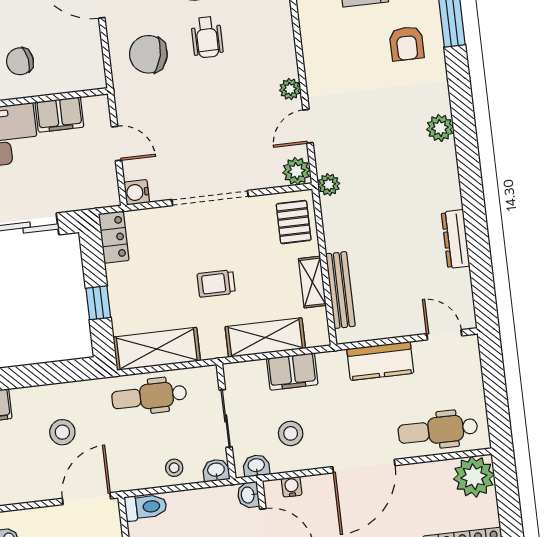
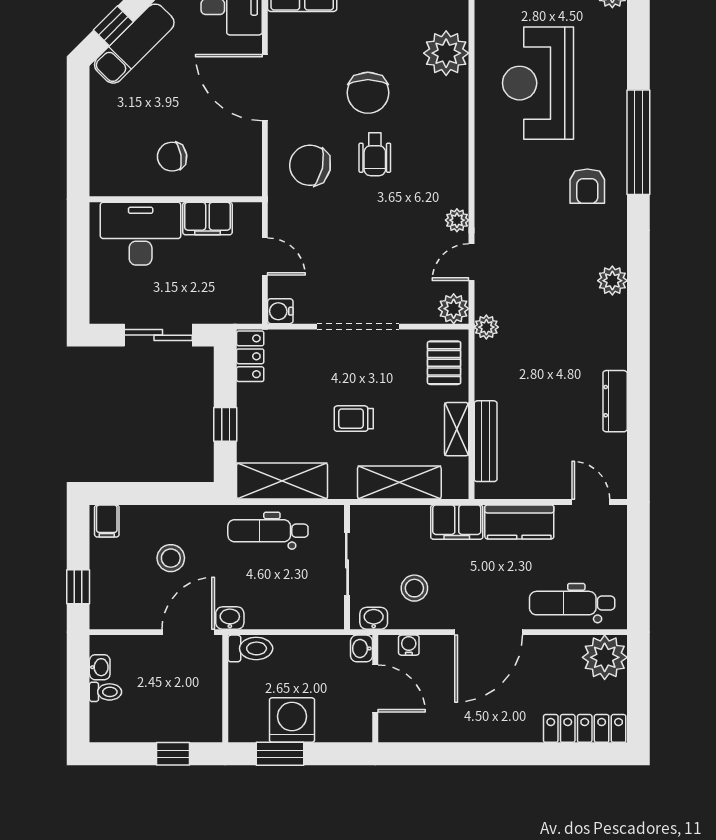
filing cabinet: (292, 371) -> (457, 522), moved
stool: (174, 468) -> (286, 610), removed
washbasin: (216, 470) -> (230, 618), moved

